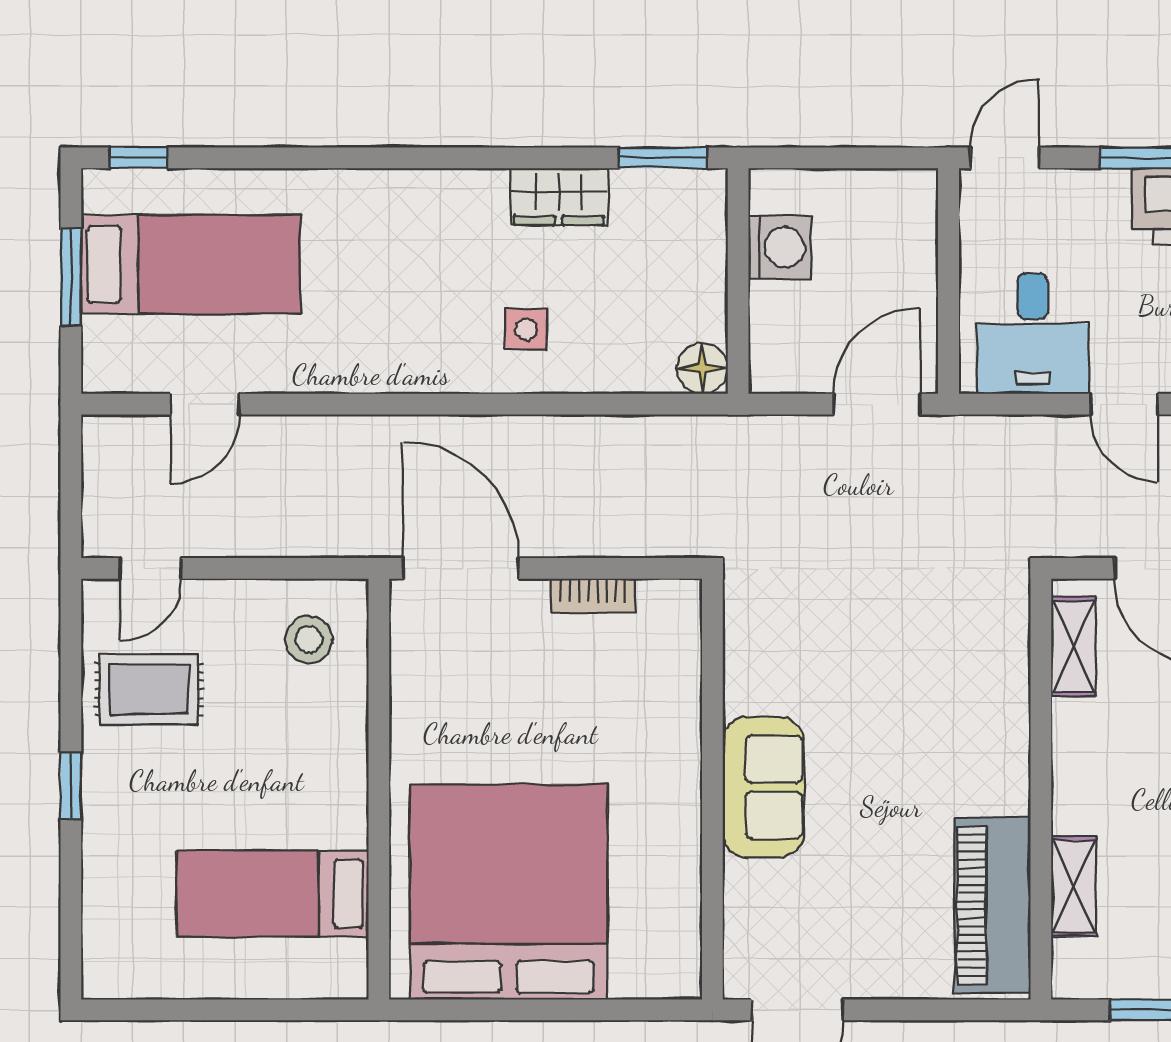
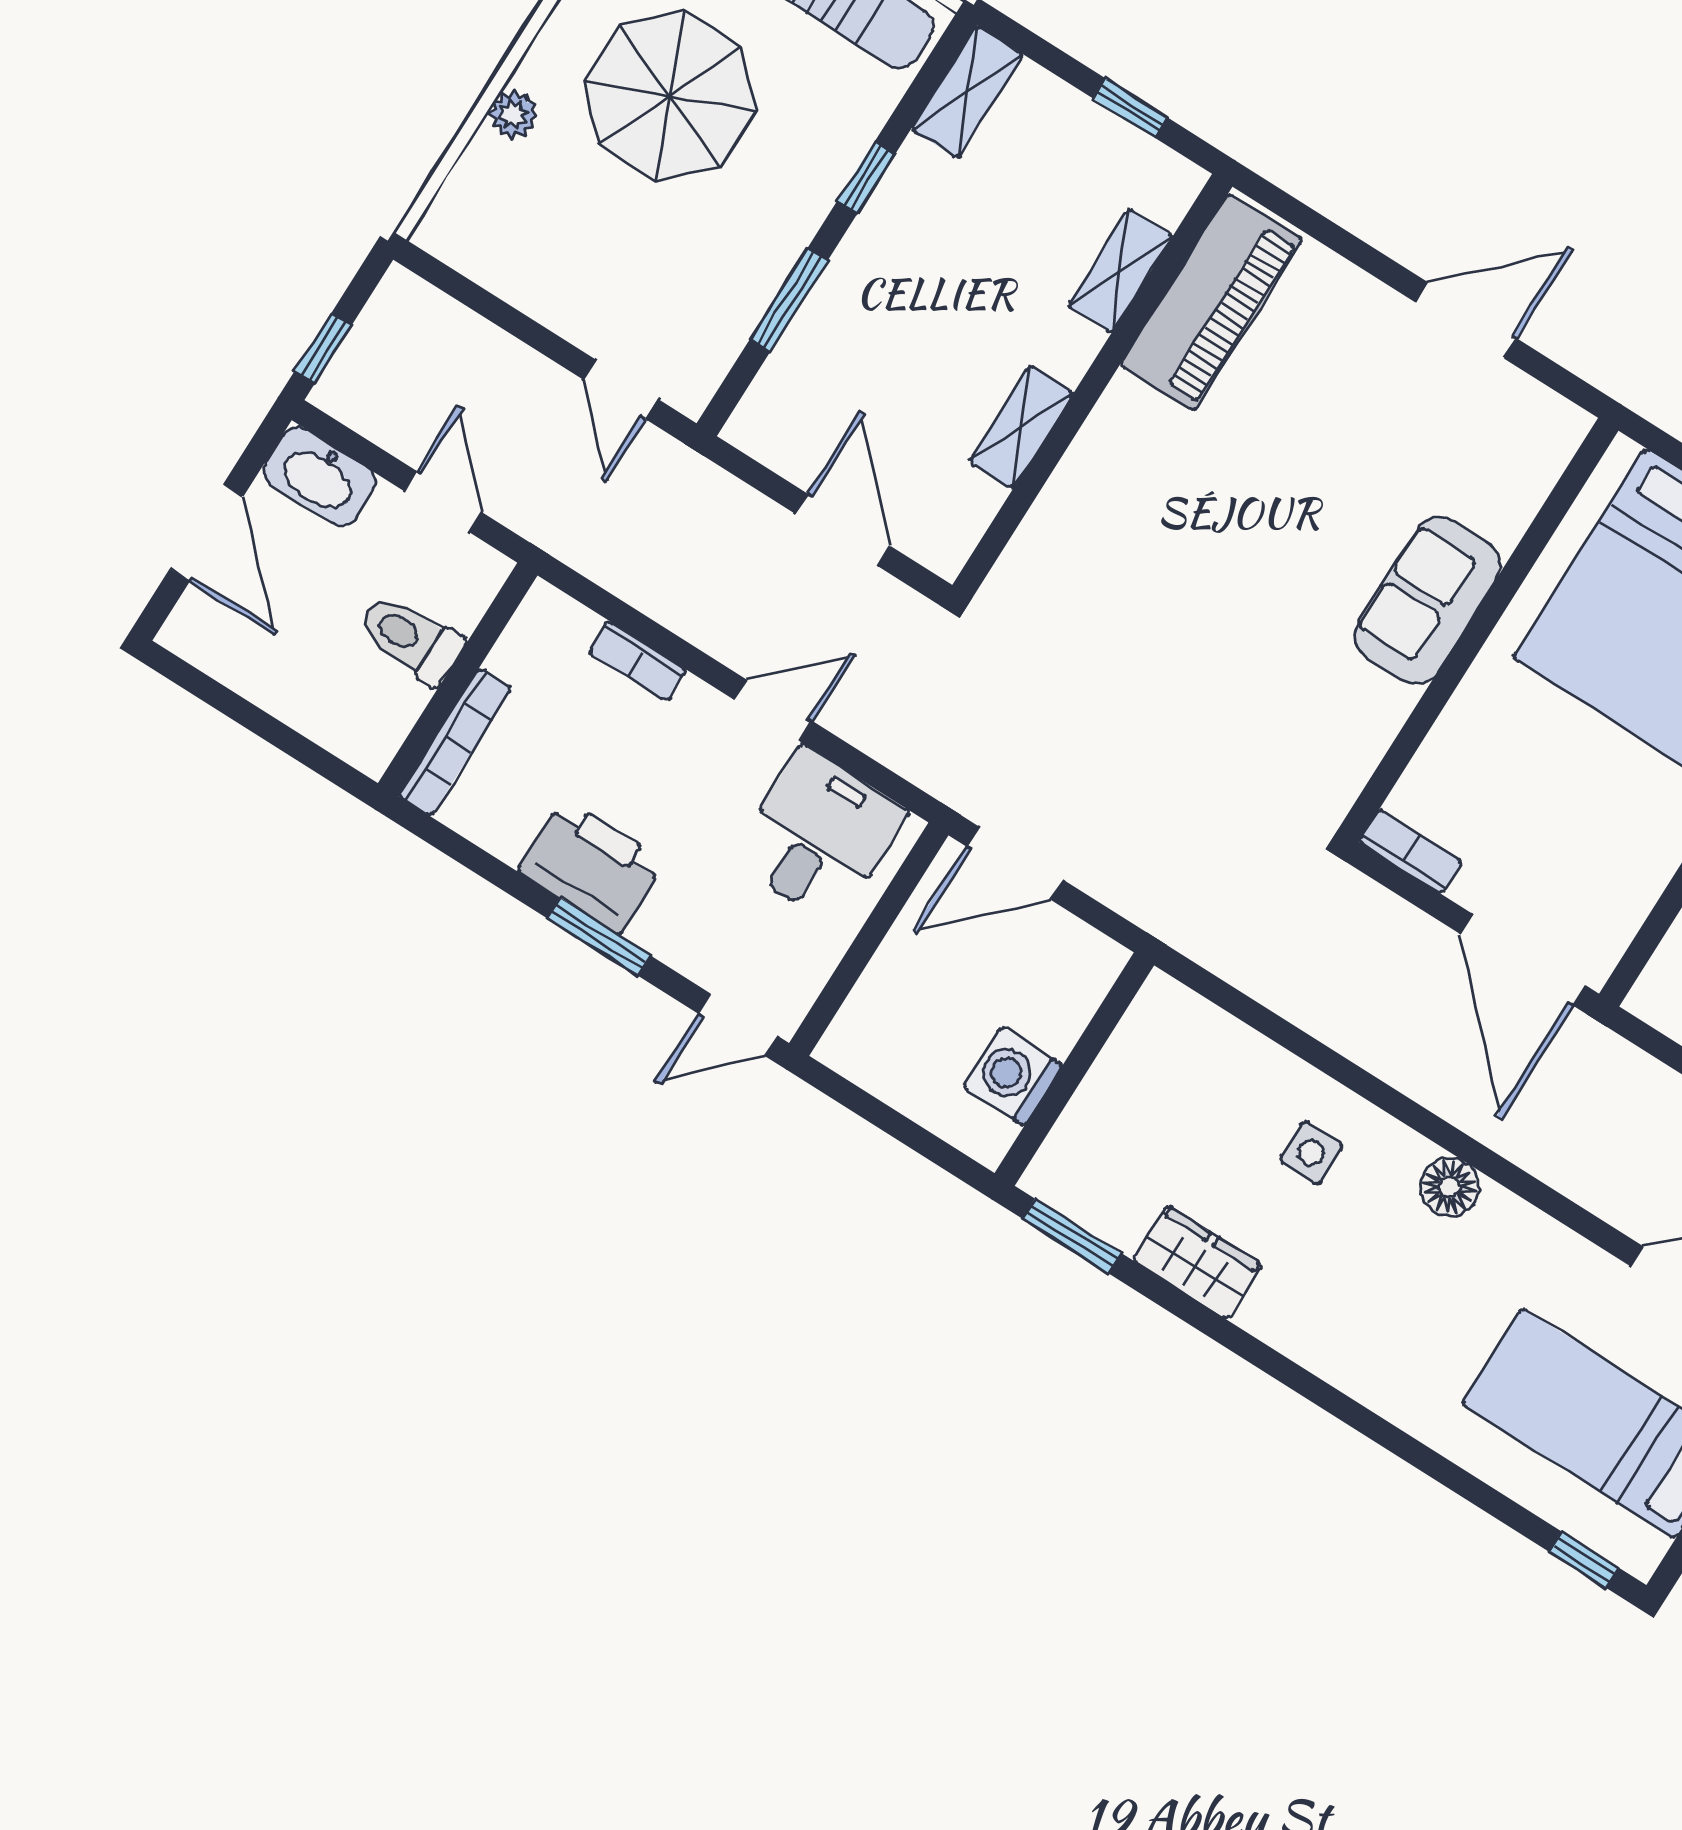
floor lamp: (702, 368) -> (1450, 1187), moved
door: (1124, 404) -> (773, 710), hinge flipped
shelving: (1073, 647) -> (1021, 427), moved
sofa: (763, 787) -> (1427, 600), moved
wall: (712, 789) -> (1478, 630), moved

